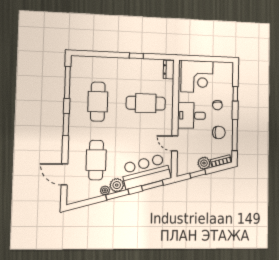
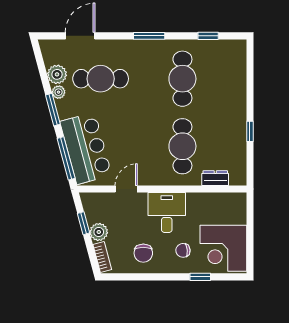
dresser: (169, 70) -> (215, 178), moved
corner desk: (197, 77) -> (223, 248), moved
window: (67, 82) -> (208, 36), width x0.46
cafe table: (98, 102) -> (182, 79), turned 90
window: (235, 135) -> (140, 277), removed
plant: (117, 185) -> (57, 74), moved
window: (152, 185) -> (66, 158), width x1.44

